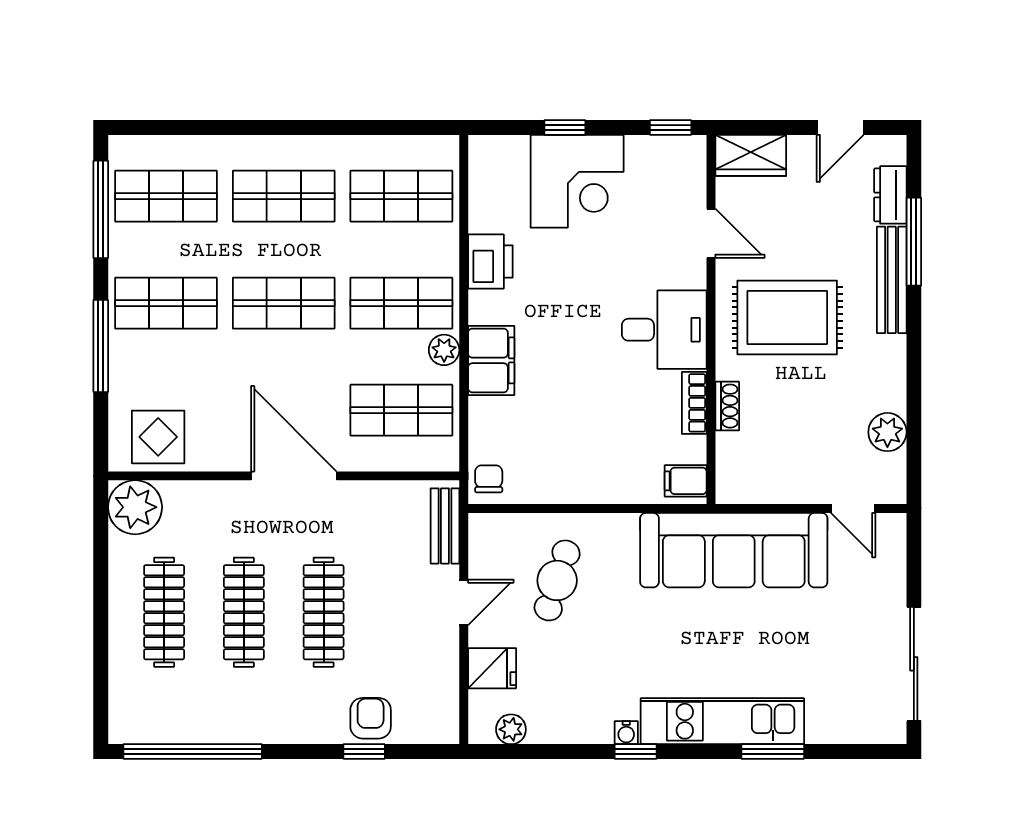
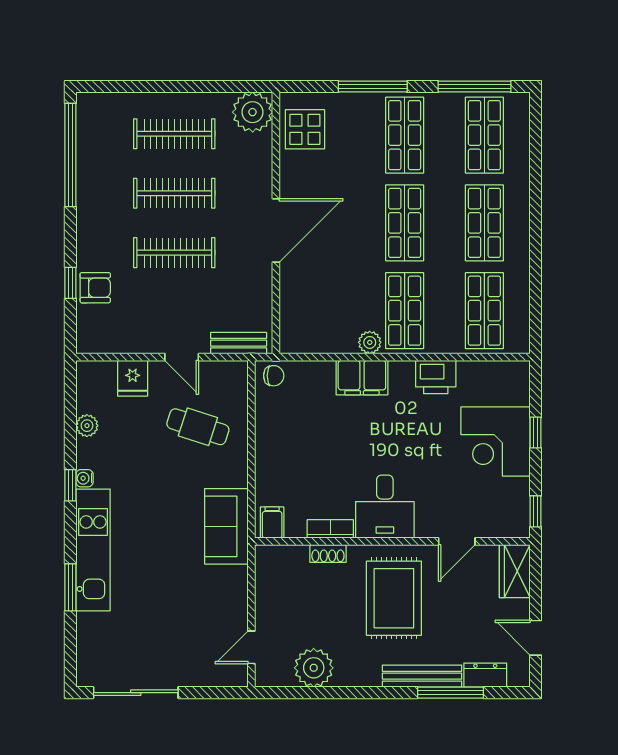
shop shelf: (401, 410) -> (325, 311), removed
plant: (887, 432) -> (314, 668), width x1.36, depth x1.36
sofa: (734, 550) -> (226, 526), width x0.54, depth x0.79
plant: (511, 729) -> (87, 426), moved

